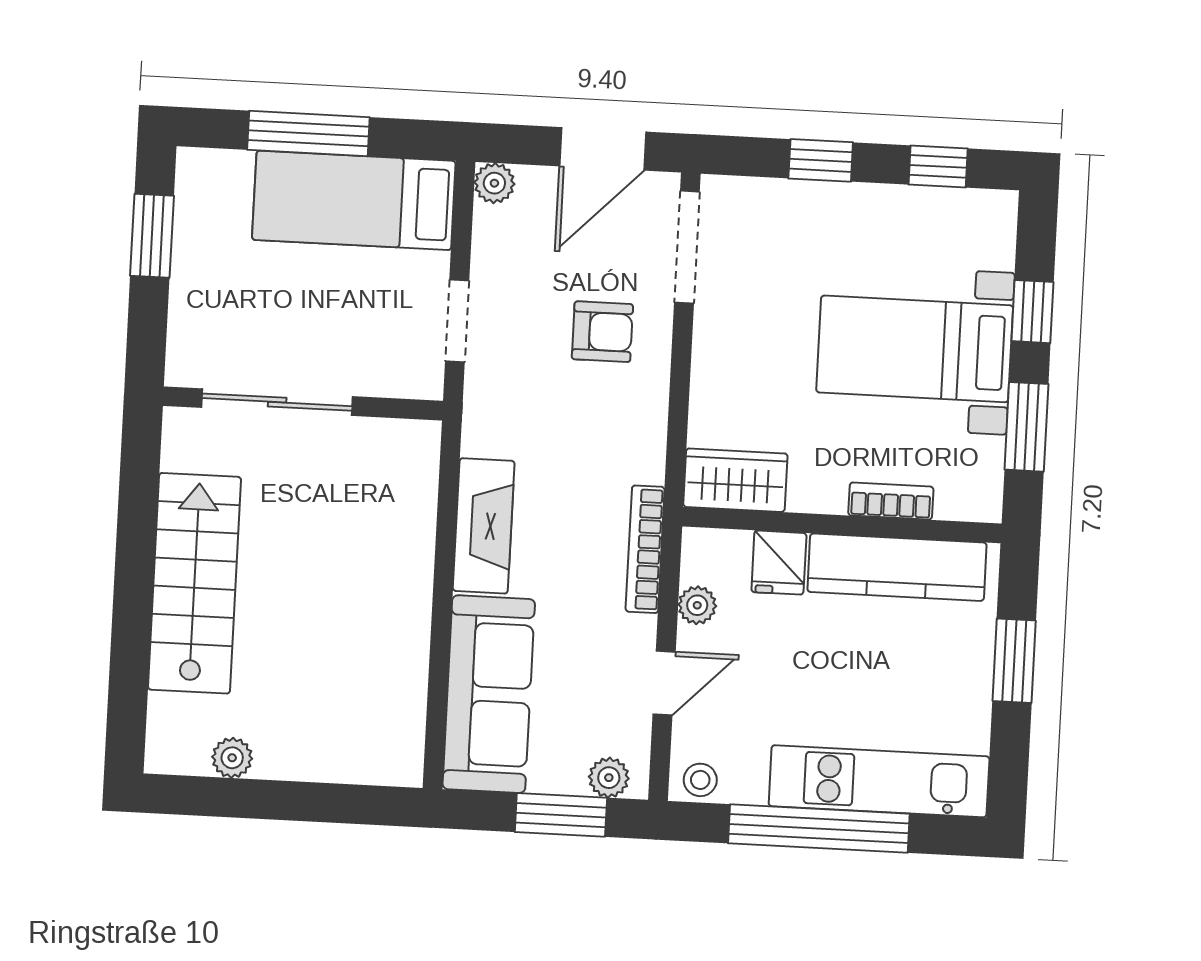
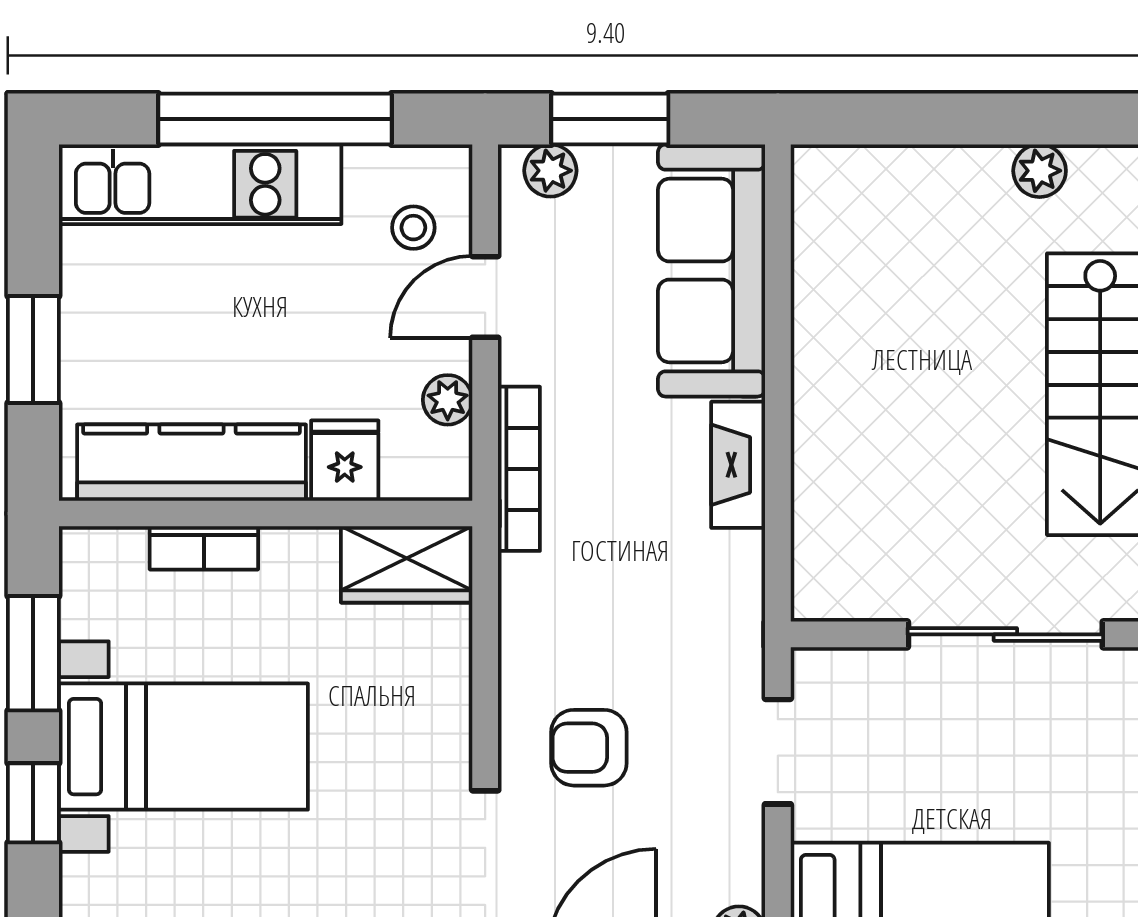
fireplace: (484, 526) -> (738, 465), width x0.73, depth x0.76
stool: (700, 780) -> (413, 228), moved

